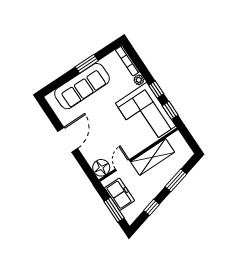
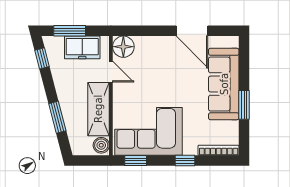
plant: (139, 80) -> (190, 149), removed
window: (156, 89) -> (185, 161), moved
door: (68, 140) -> (192, 31), moved
boiler: (175, 140) -> (101, 145), added
window: (152, 207) -> (42, 58), moved

